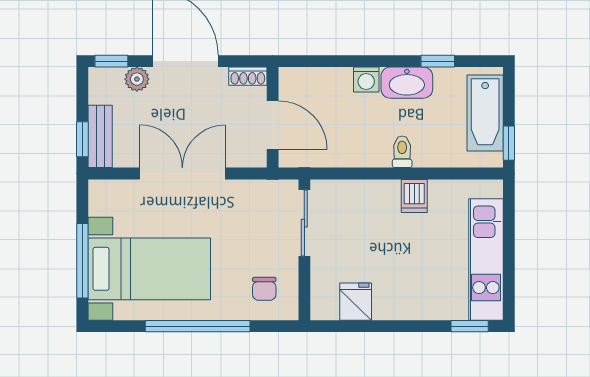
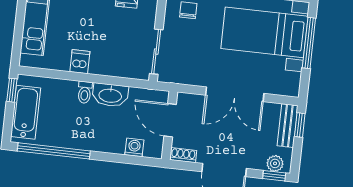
window: (438, 61) -> (54, 151), width x3.17
plant: (137, 79) -> (275, 163), moved
washing machine: (366, 79) -> (134, 147), moved
washbasin: (407, 83) -> (110, 95), moved, turned 180

